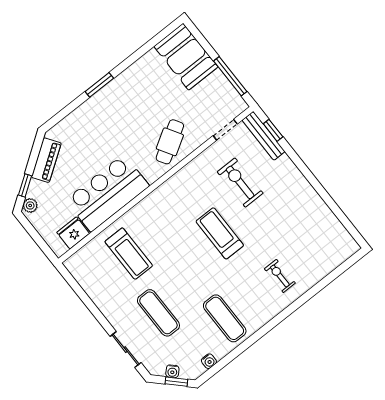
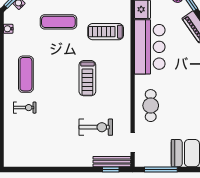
cafe table: (170, 142) -> (151, 106), turned 31
treadmill: (220, 233) -> (87, 78), moved, turned 90
exercise mat: (225, 318) -> (26, 74), moved, turned 90

